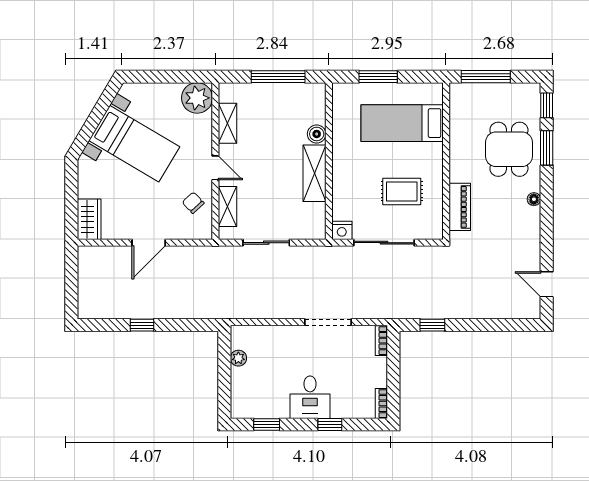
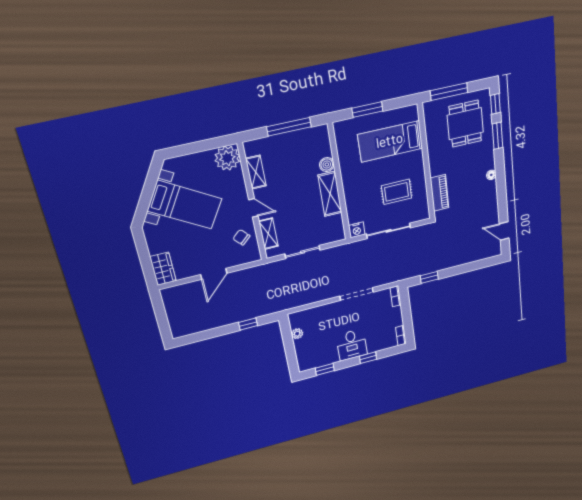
dining table: (509, 149) -> (465, 124), moved
window: (142, 325) -> (248, 324), moved

